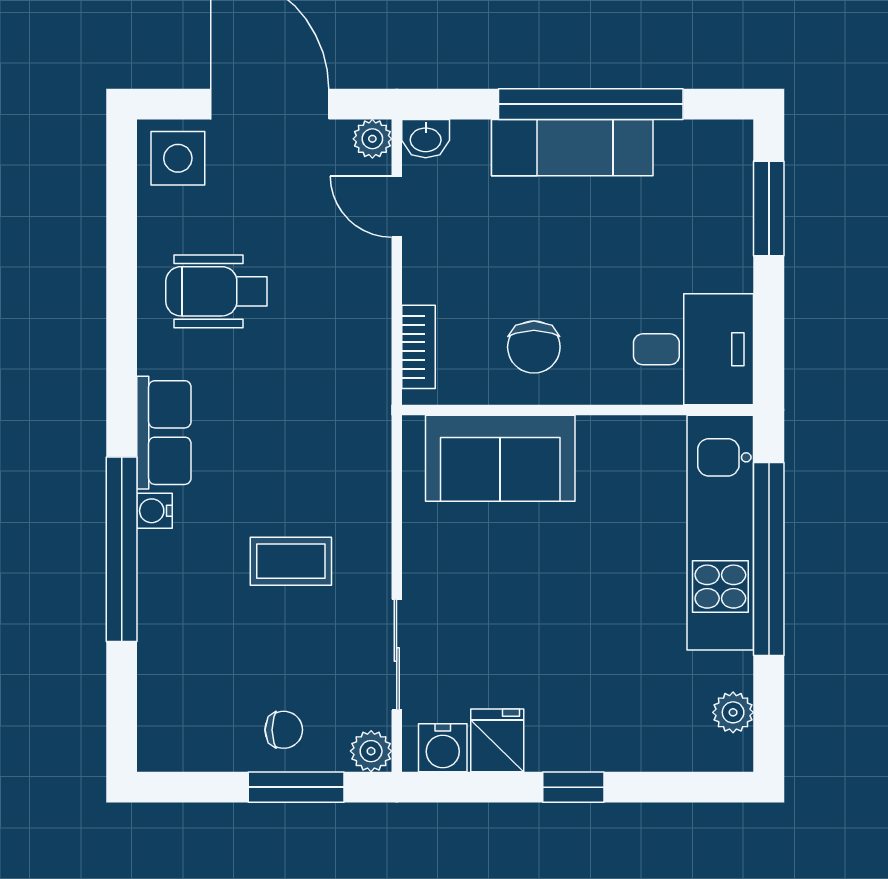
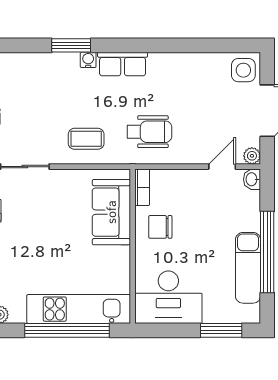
exam couch: (572, 148) -> (248, 268), moved
wheelchair: (217, 291) -> (149, 132), moved, turned 90
bookcase: (419, 347) -> (142, 187), moved, turned -90
desk: (694, 349) -> (168, 297), width x1.37
window: (122, 549) -> (71, 45), width x0.47
coffee table: (291, 561) -> (86, 139), moved, turned 90

